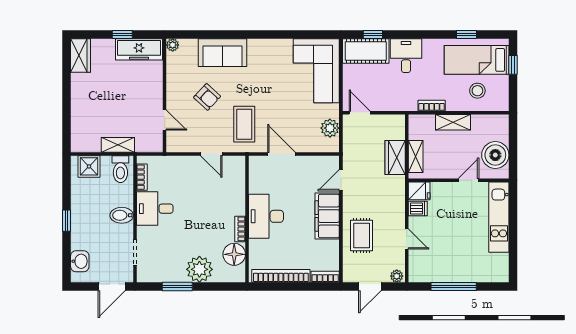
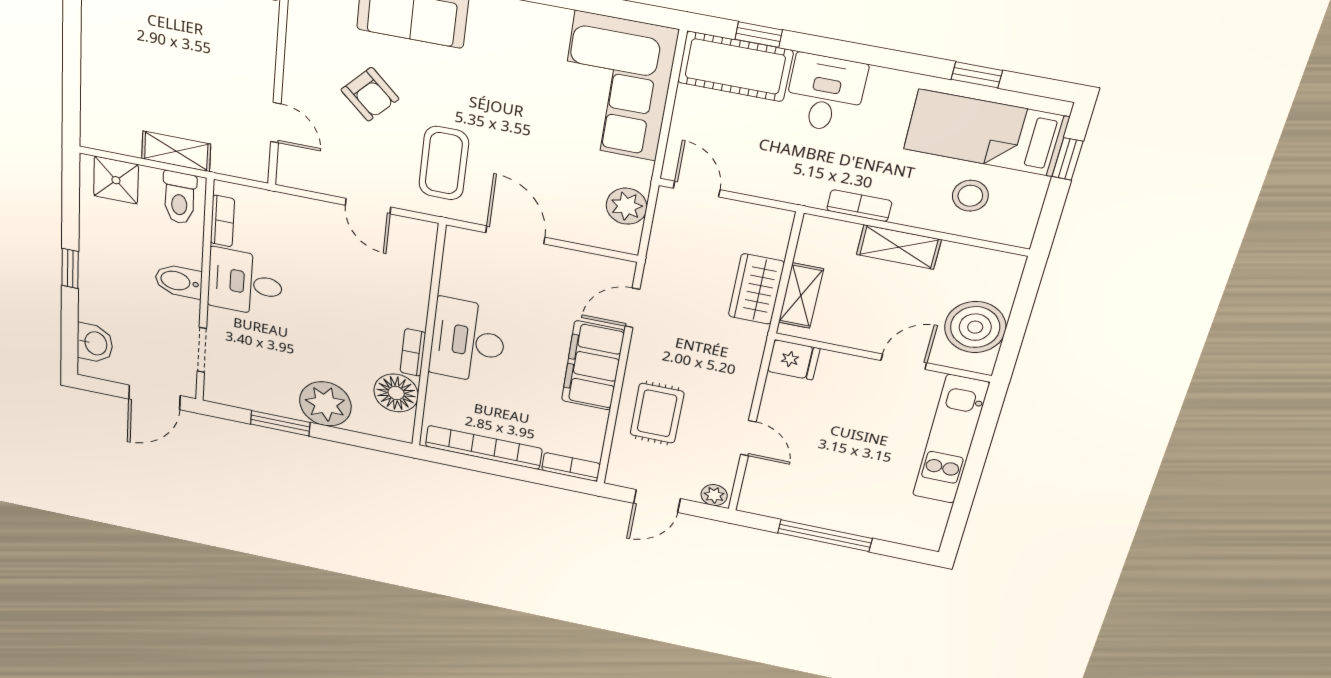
dishwasher: (418, 209) -> (783, 390), removed

